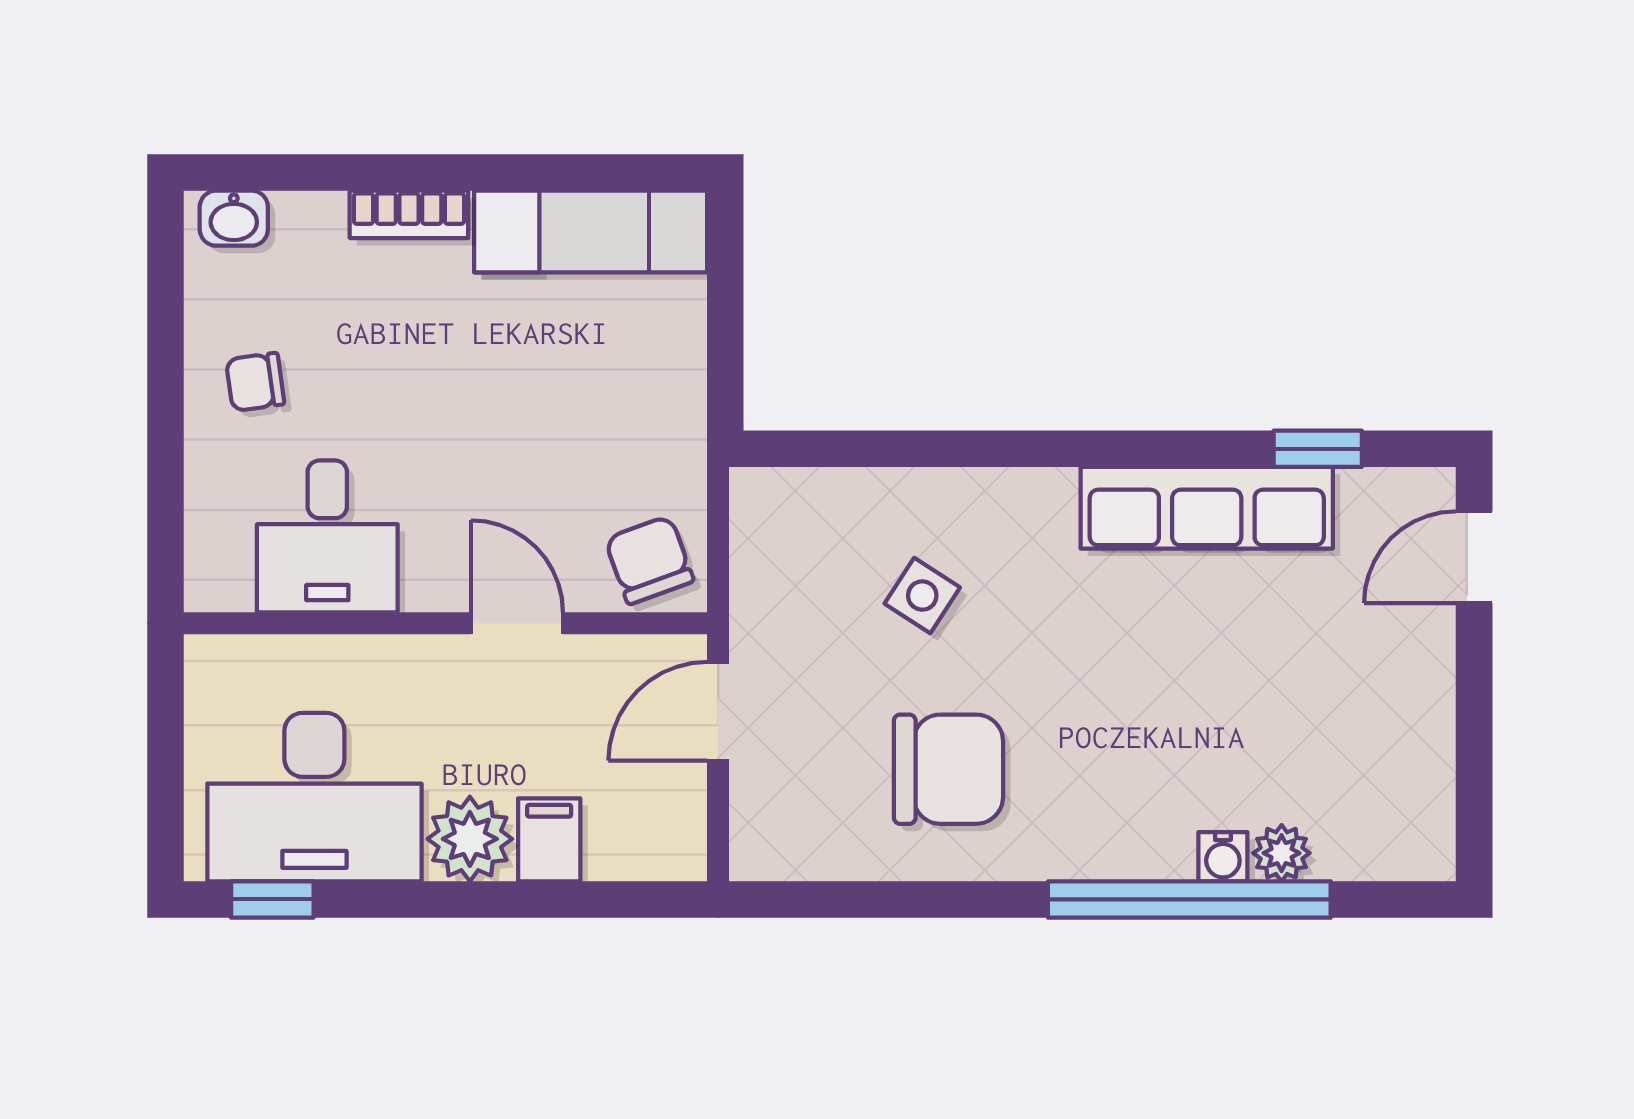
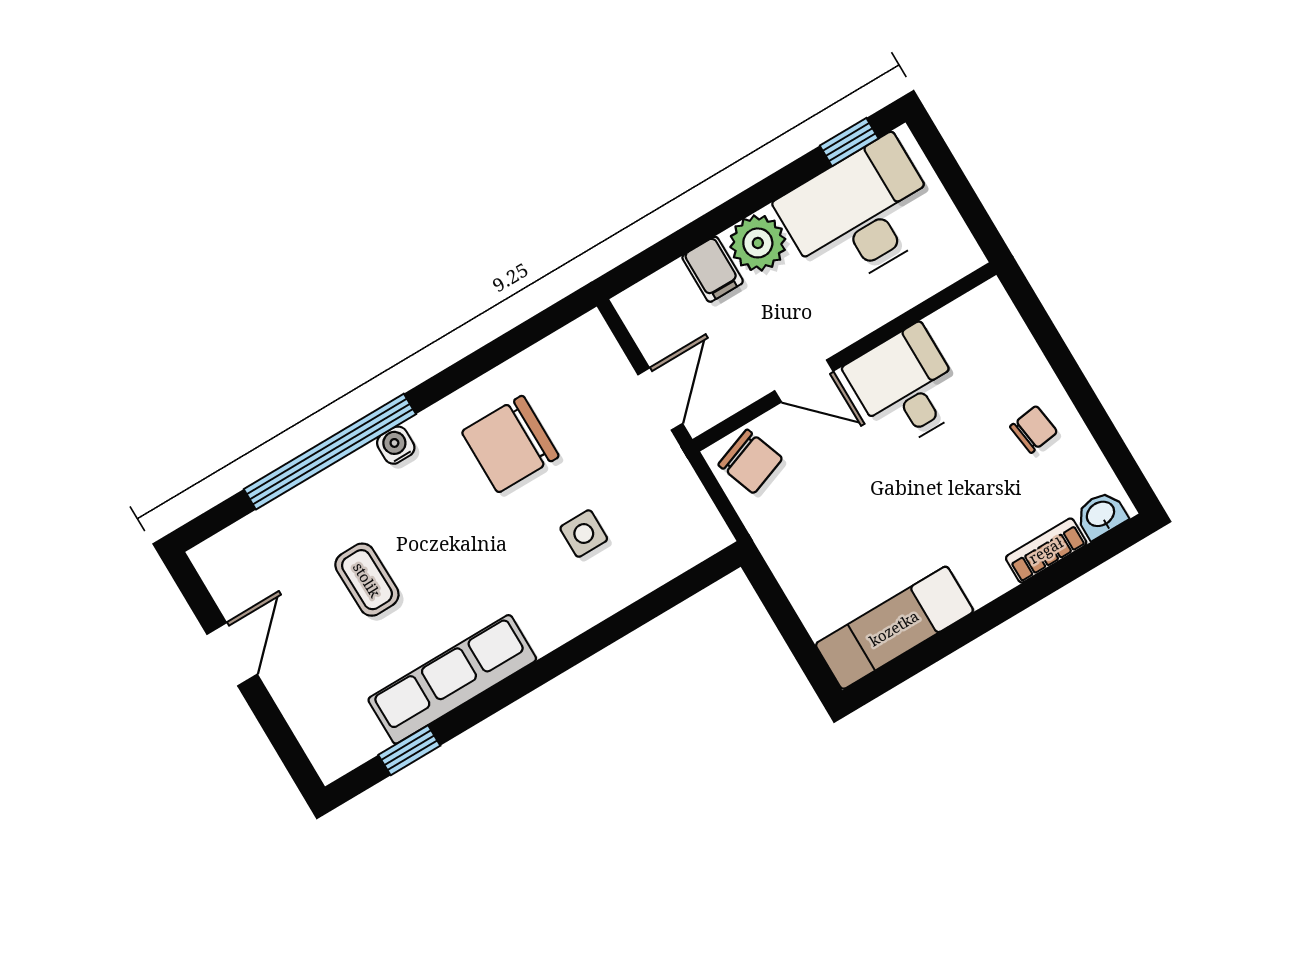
bookcase: (409, 214) -> (1046, 550), moved
desk: (327, 536) -> (906, 387), moved
door: (1474, 557) -> (232, 654), moved
side table: (922, 596) -> (584, 534), turned -33
coffee table: (1240, 704) -> (367, 580), added
plant: (1282, 853) -> (293, 509), removed
water cooler: (1223, 857) -> (396, 445), moved

